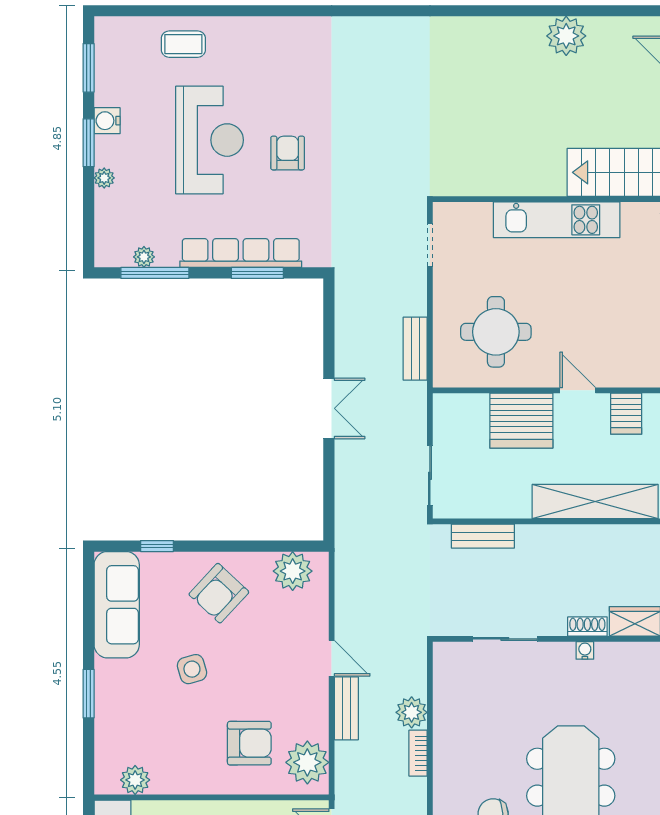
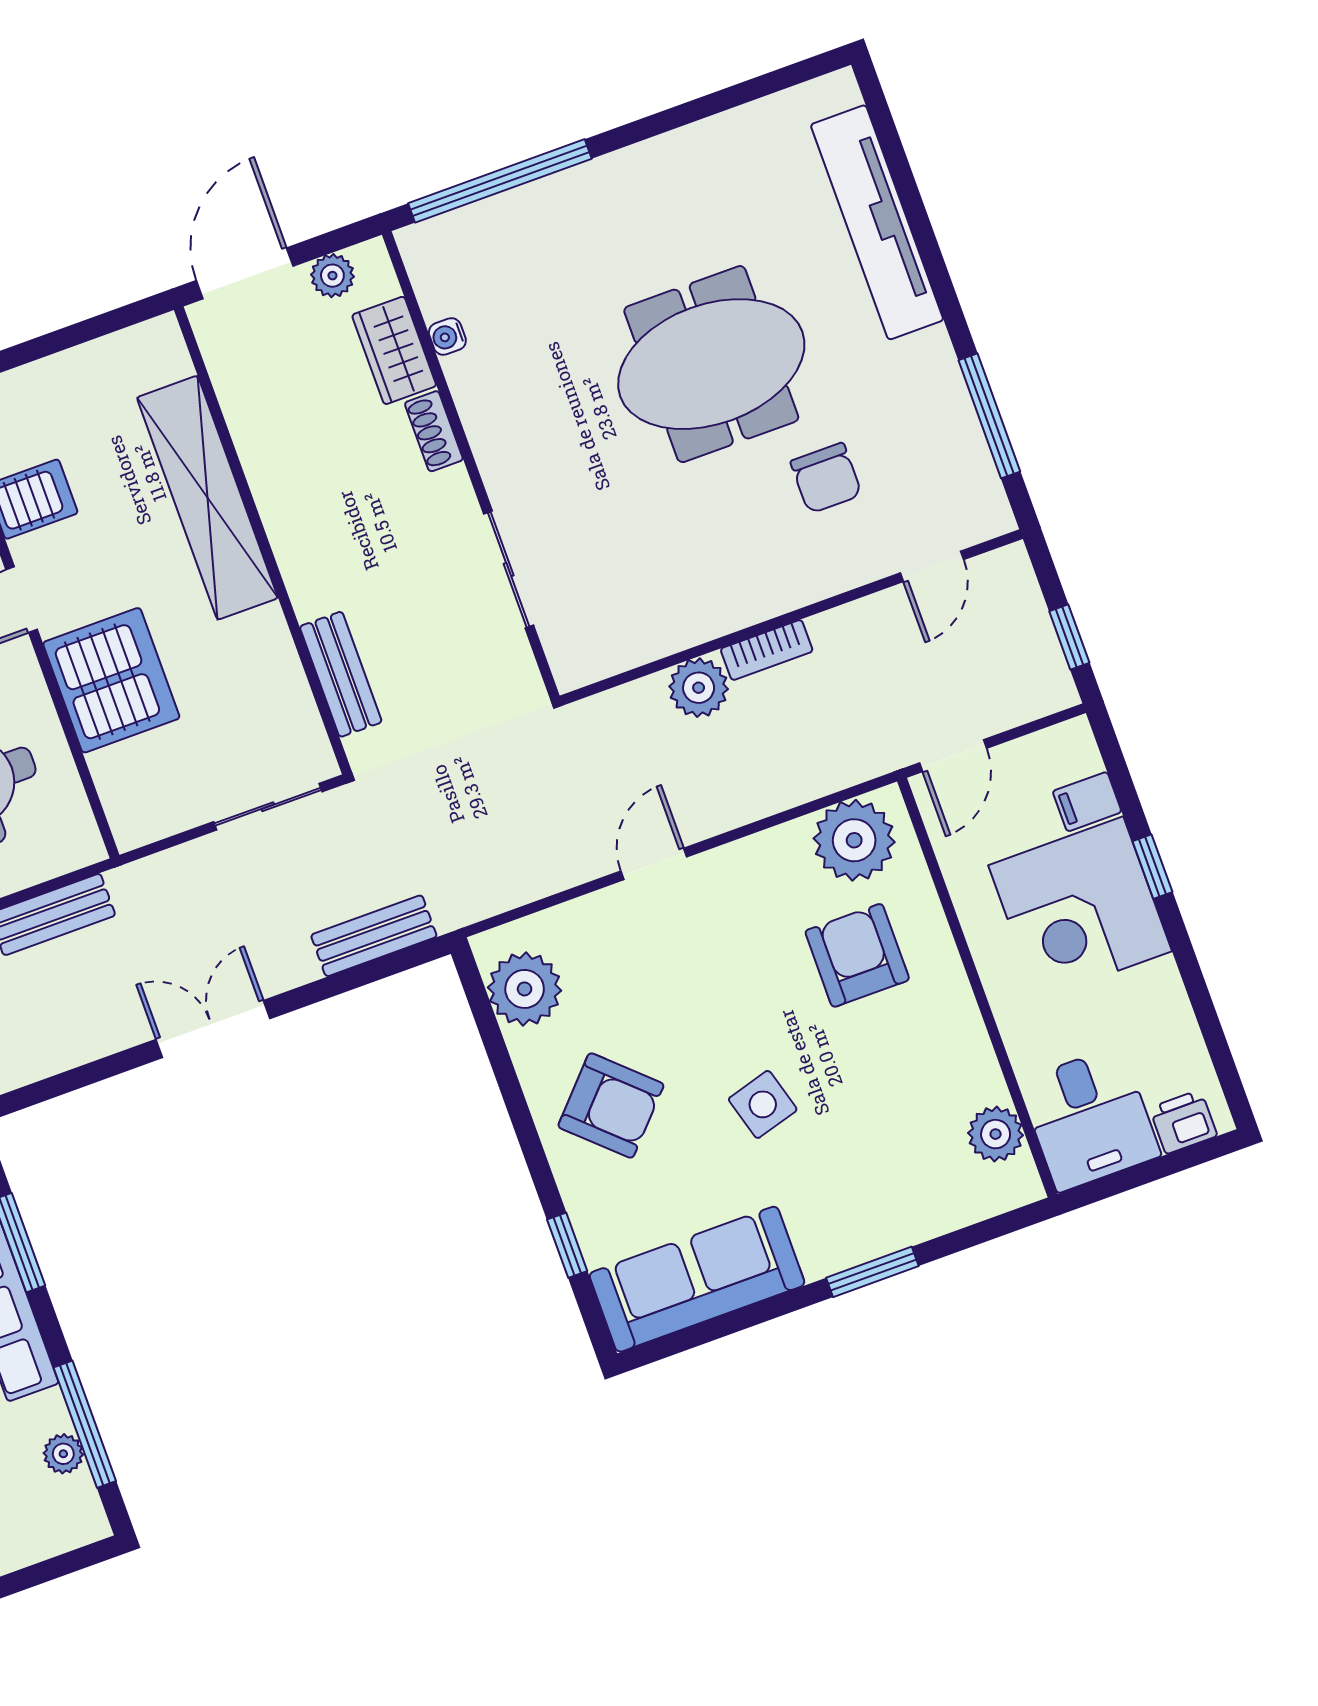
water cooler: (585, 650) -> (447, 336), moved
bench: (346, 708) -> (374, 936), moved

